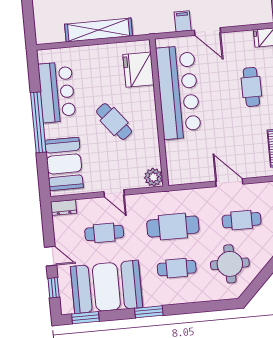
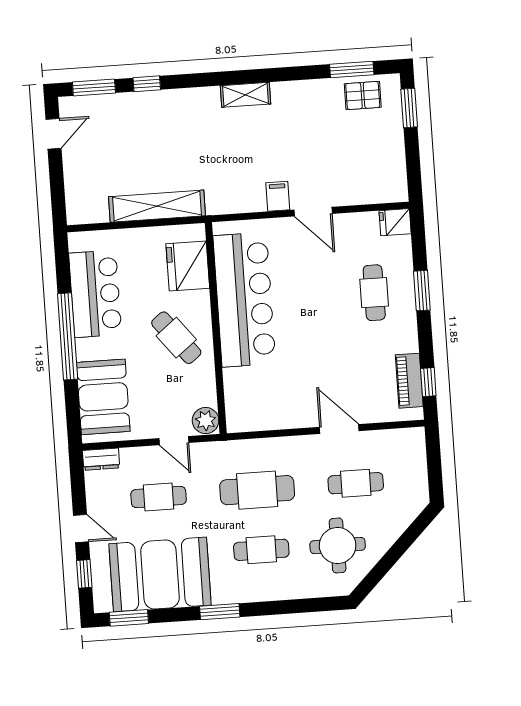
fridge: (139, 70) -> (188, 266), moved
bar counter: (178, 92) -> (244, 300), moved
wall: (159, 113) -> (216, 328), moved
plant: (153, 177) -> (206, 421), moved

